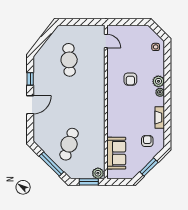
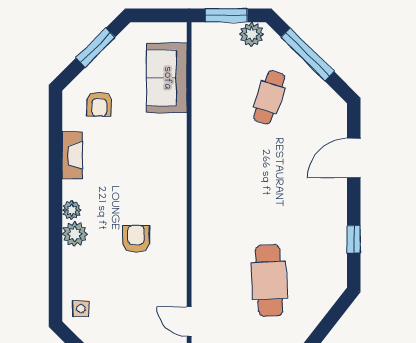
door: (30, 105) -> (354, 158), moved
cafe table: (69, 144) -> (269, 97), width x0.73, depth x0.74
plant: (98, 173) -> (252, 34), moved

